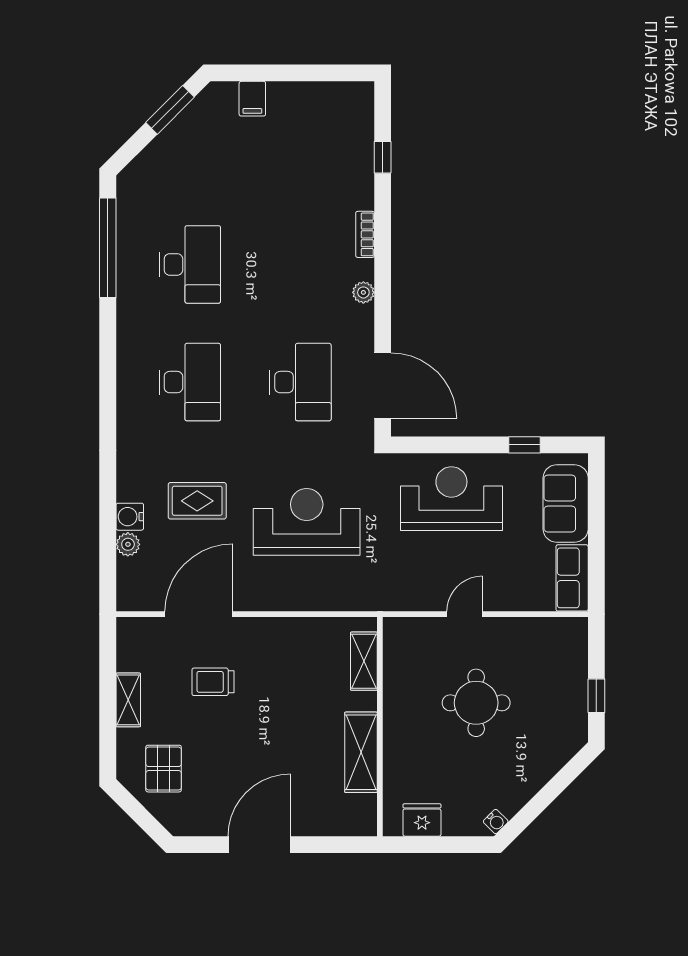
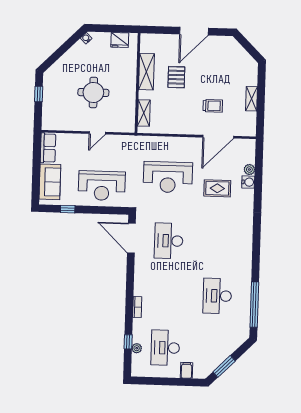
plant: (363, 292) -> (137, 348), moved
desk: (190, 382) -> (165, 348), moved
pallet: (164, 769) -> (176, 77), moved

